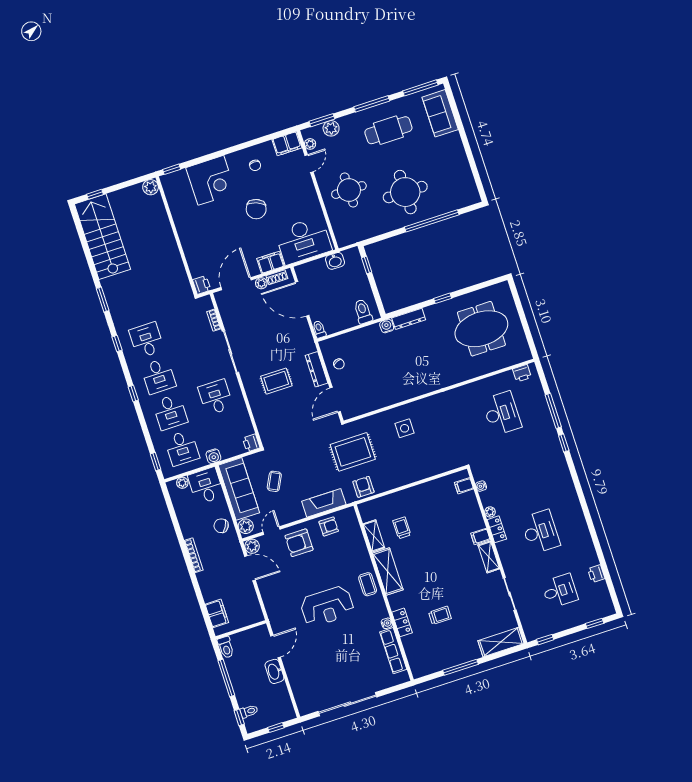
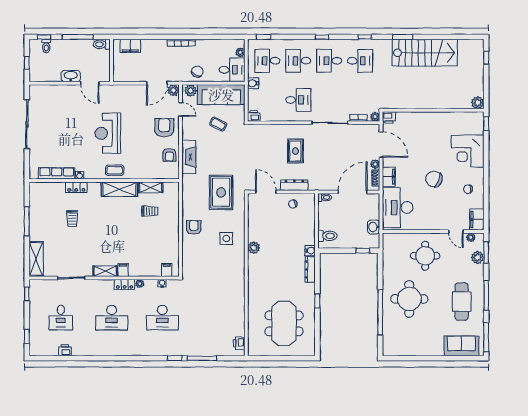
stairs: (102, 237) -> (425, 53), moved
plant: (206, 301) -> (375, 117), added
plant: (405, 393) -> (254, 248), added
desk: (502, 413) -> (162, 318), moved
armchair: (363, 487) -> (194, 227), moved, turned -90

